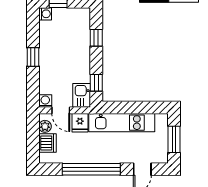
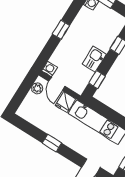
kitchen sink: (82, 95) -> (94, 59), moved
dishwasher: (48, 143) -> (31, 102), removed
window: (91, 169) -> (52, 143), width x0.32

